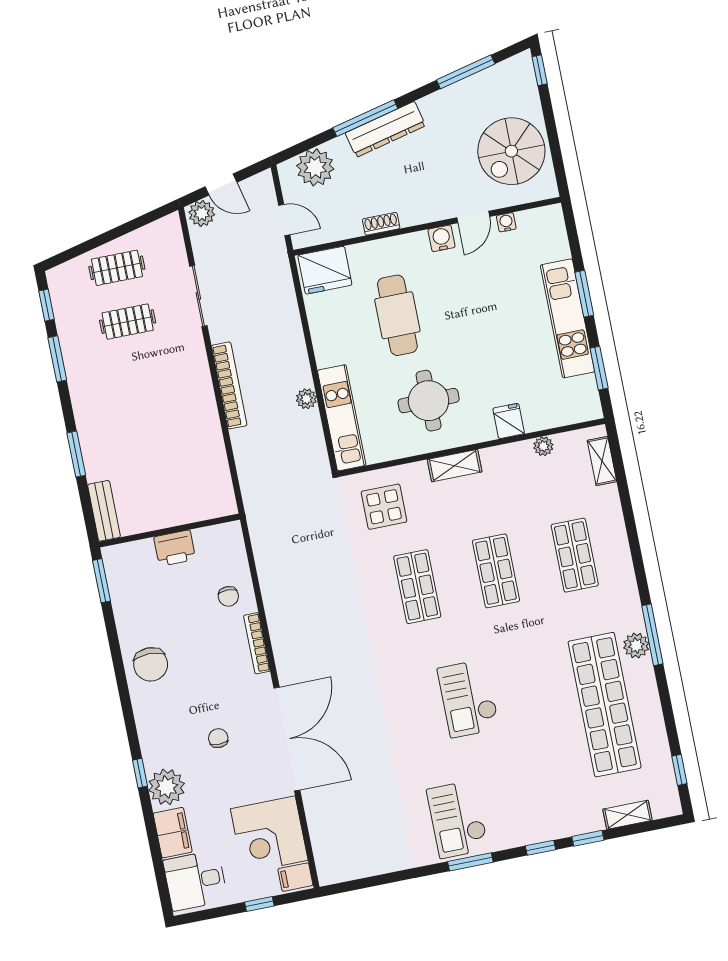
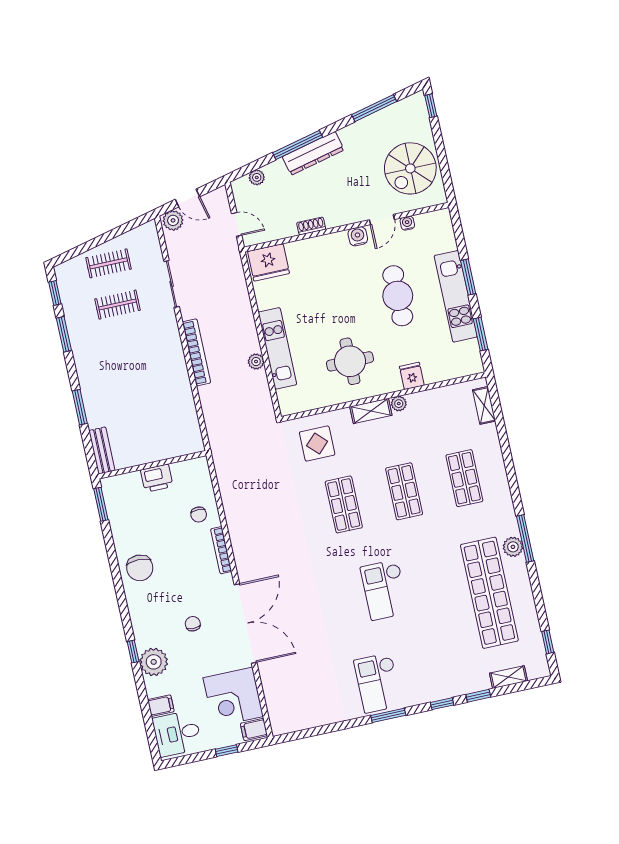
plant: (315, 167) -> (257, 177), width x0.53, depth x0.53
cafe table: (397, 315) -> (398, 296), moved
kitchen unit: (342, 418) -> (277, 348), moved
plant: (543, 446) -> (399, 404), moved
filing cabinet: (173, 833) -> (161, 706), width x0.50

